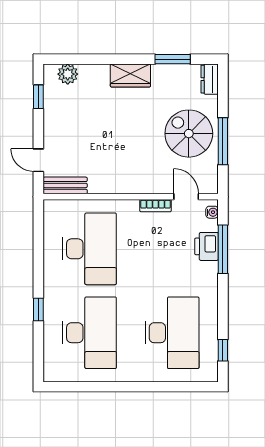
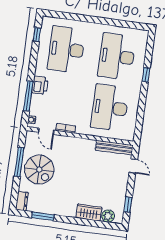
wardrobe: (130, 75) -> (89, 212), moved
bench: (65, 185) -> (114, 148), width x1.36
printer: (206, 246) -> (40, 85), moved

